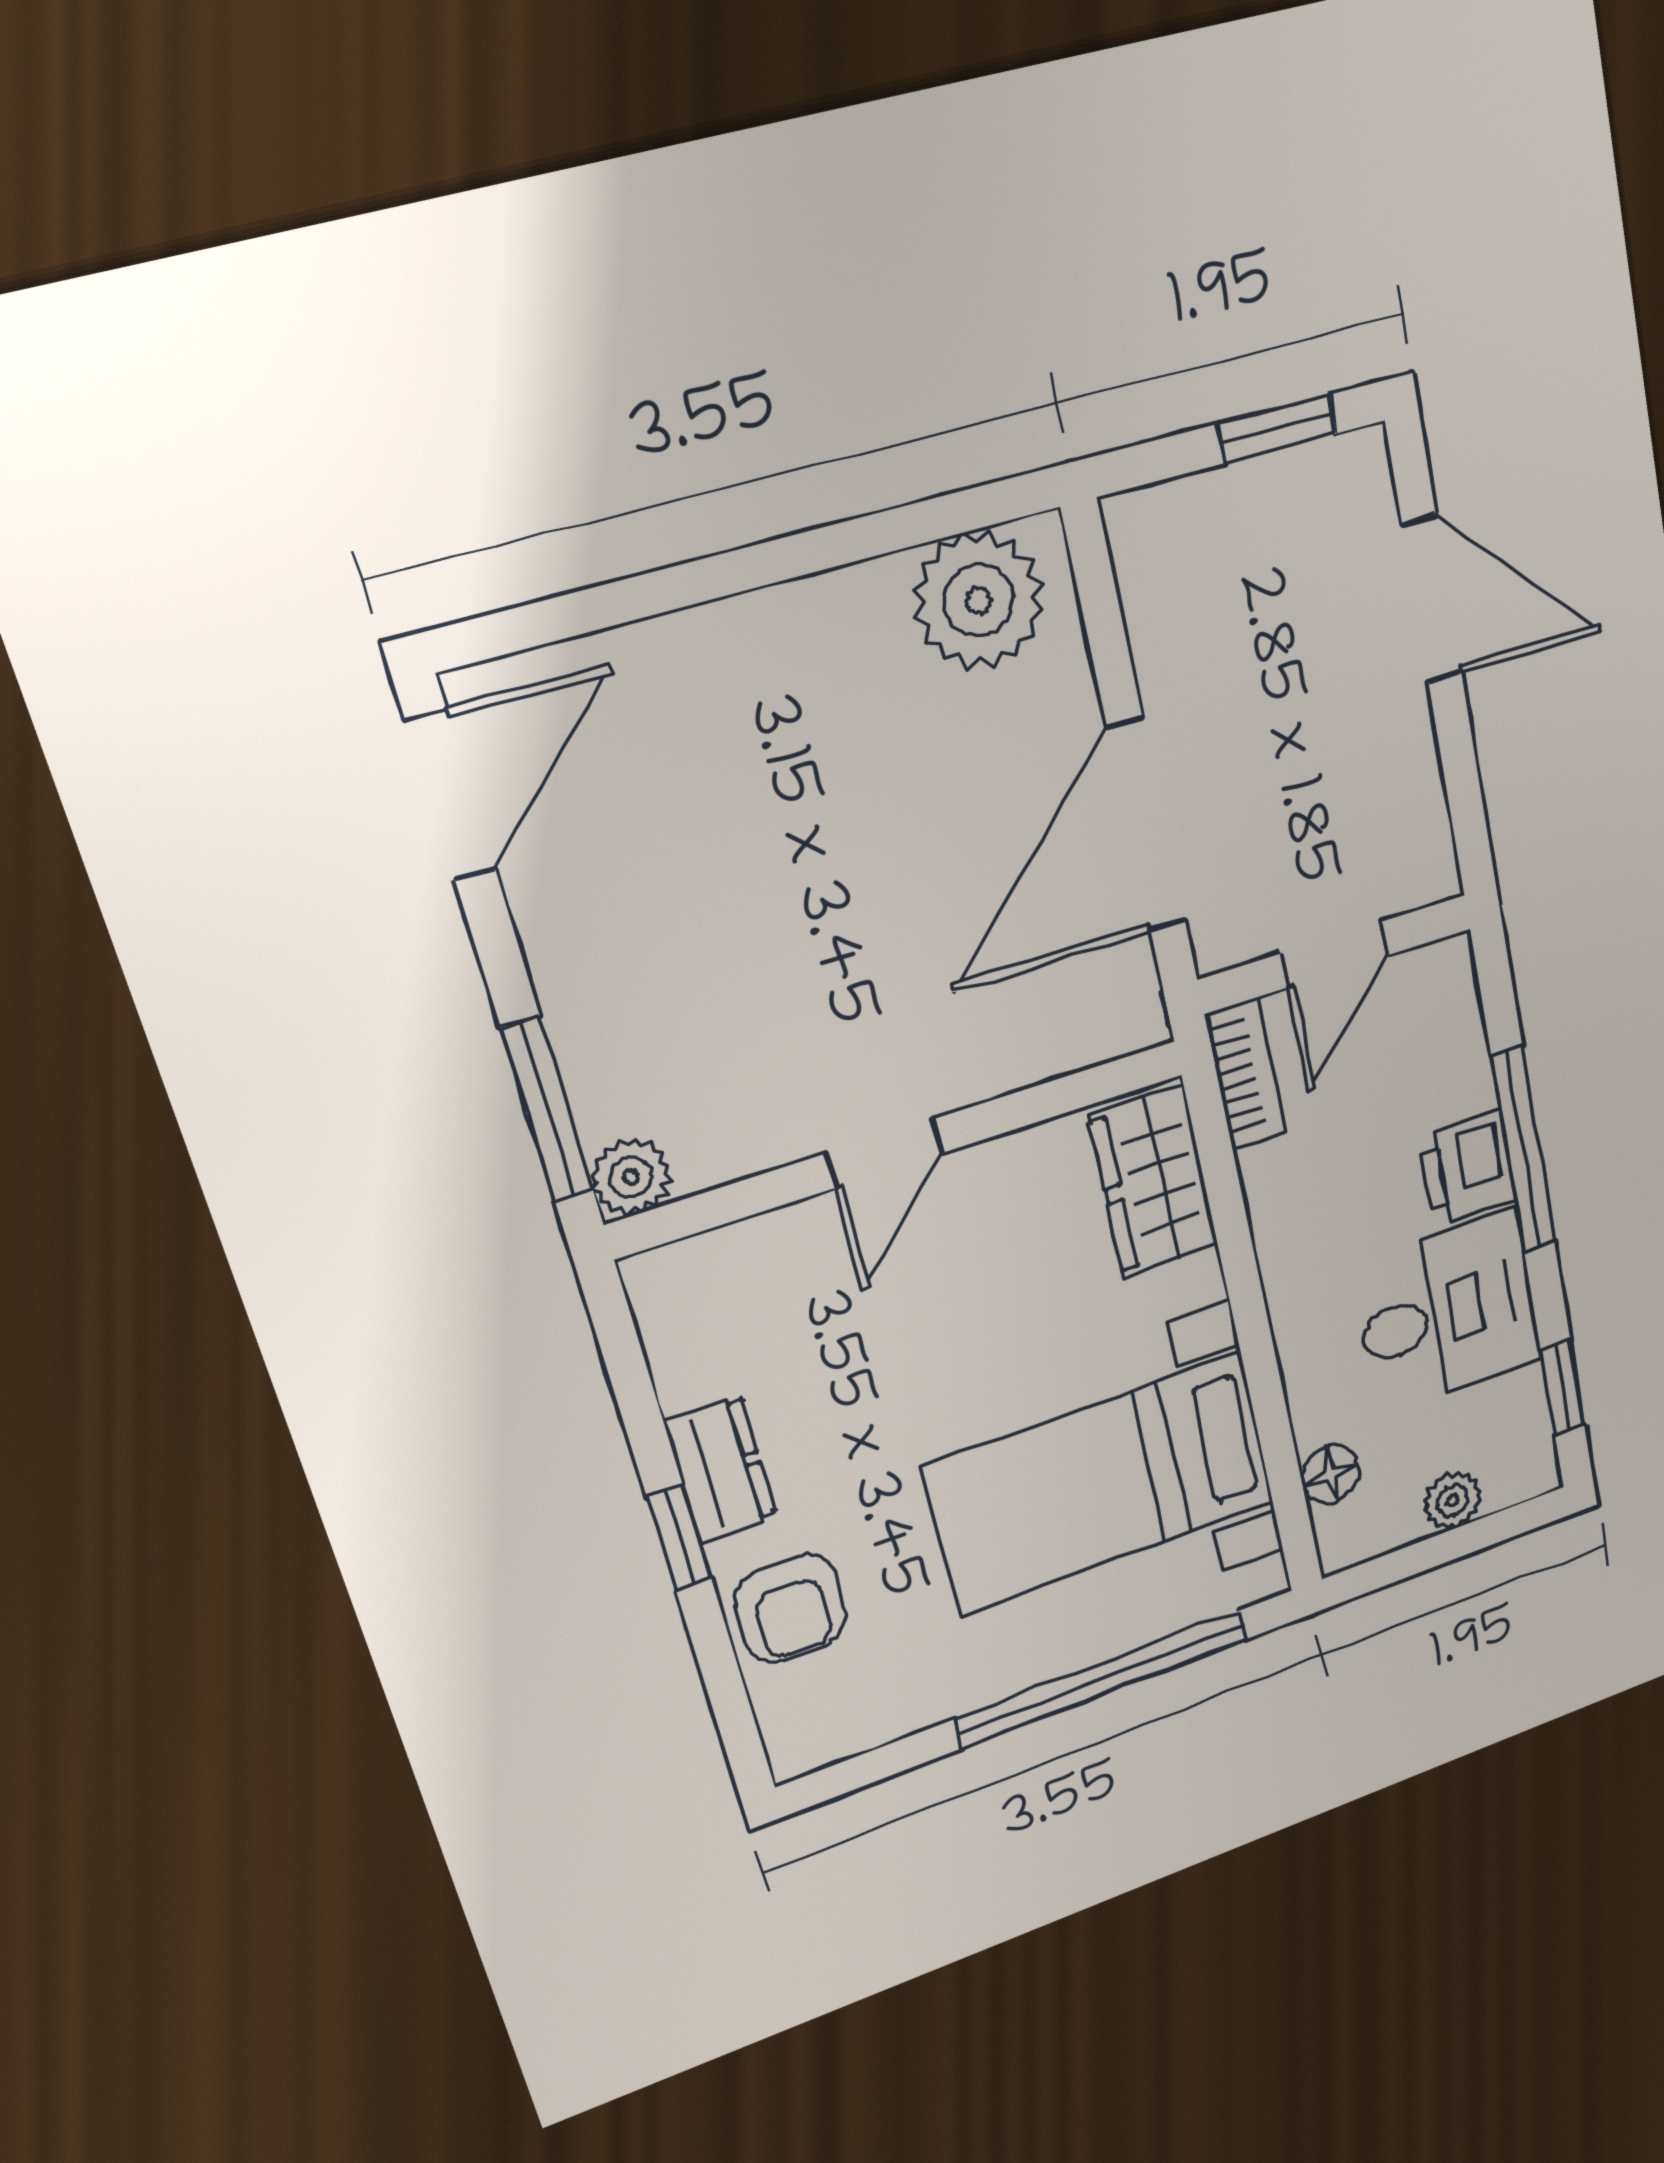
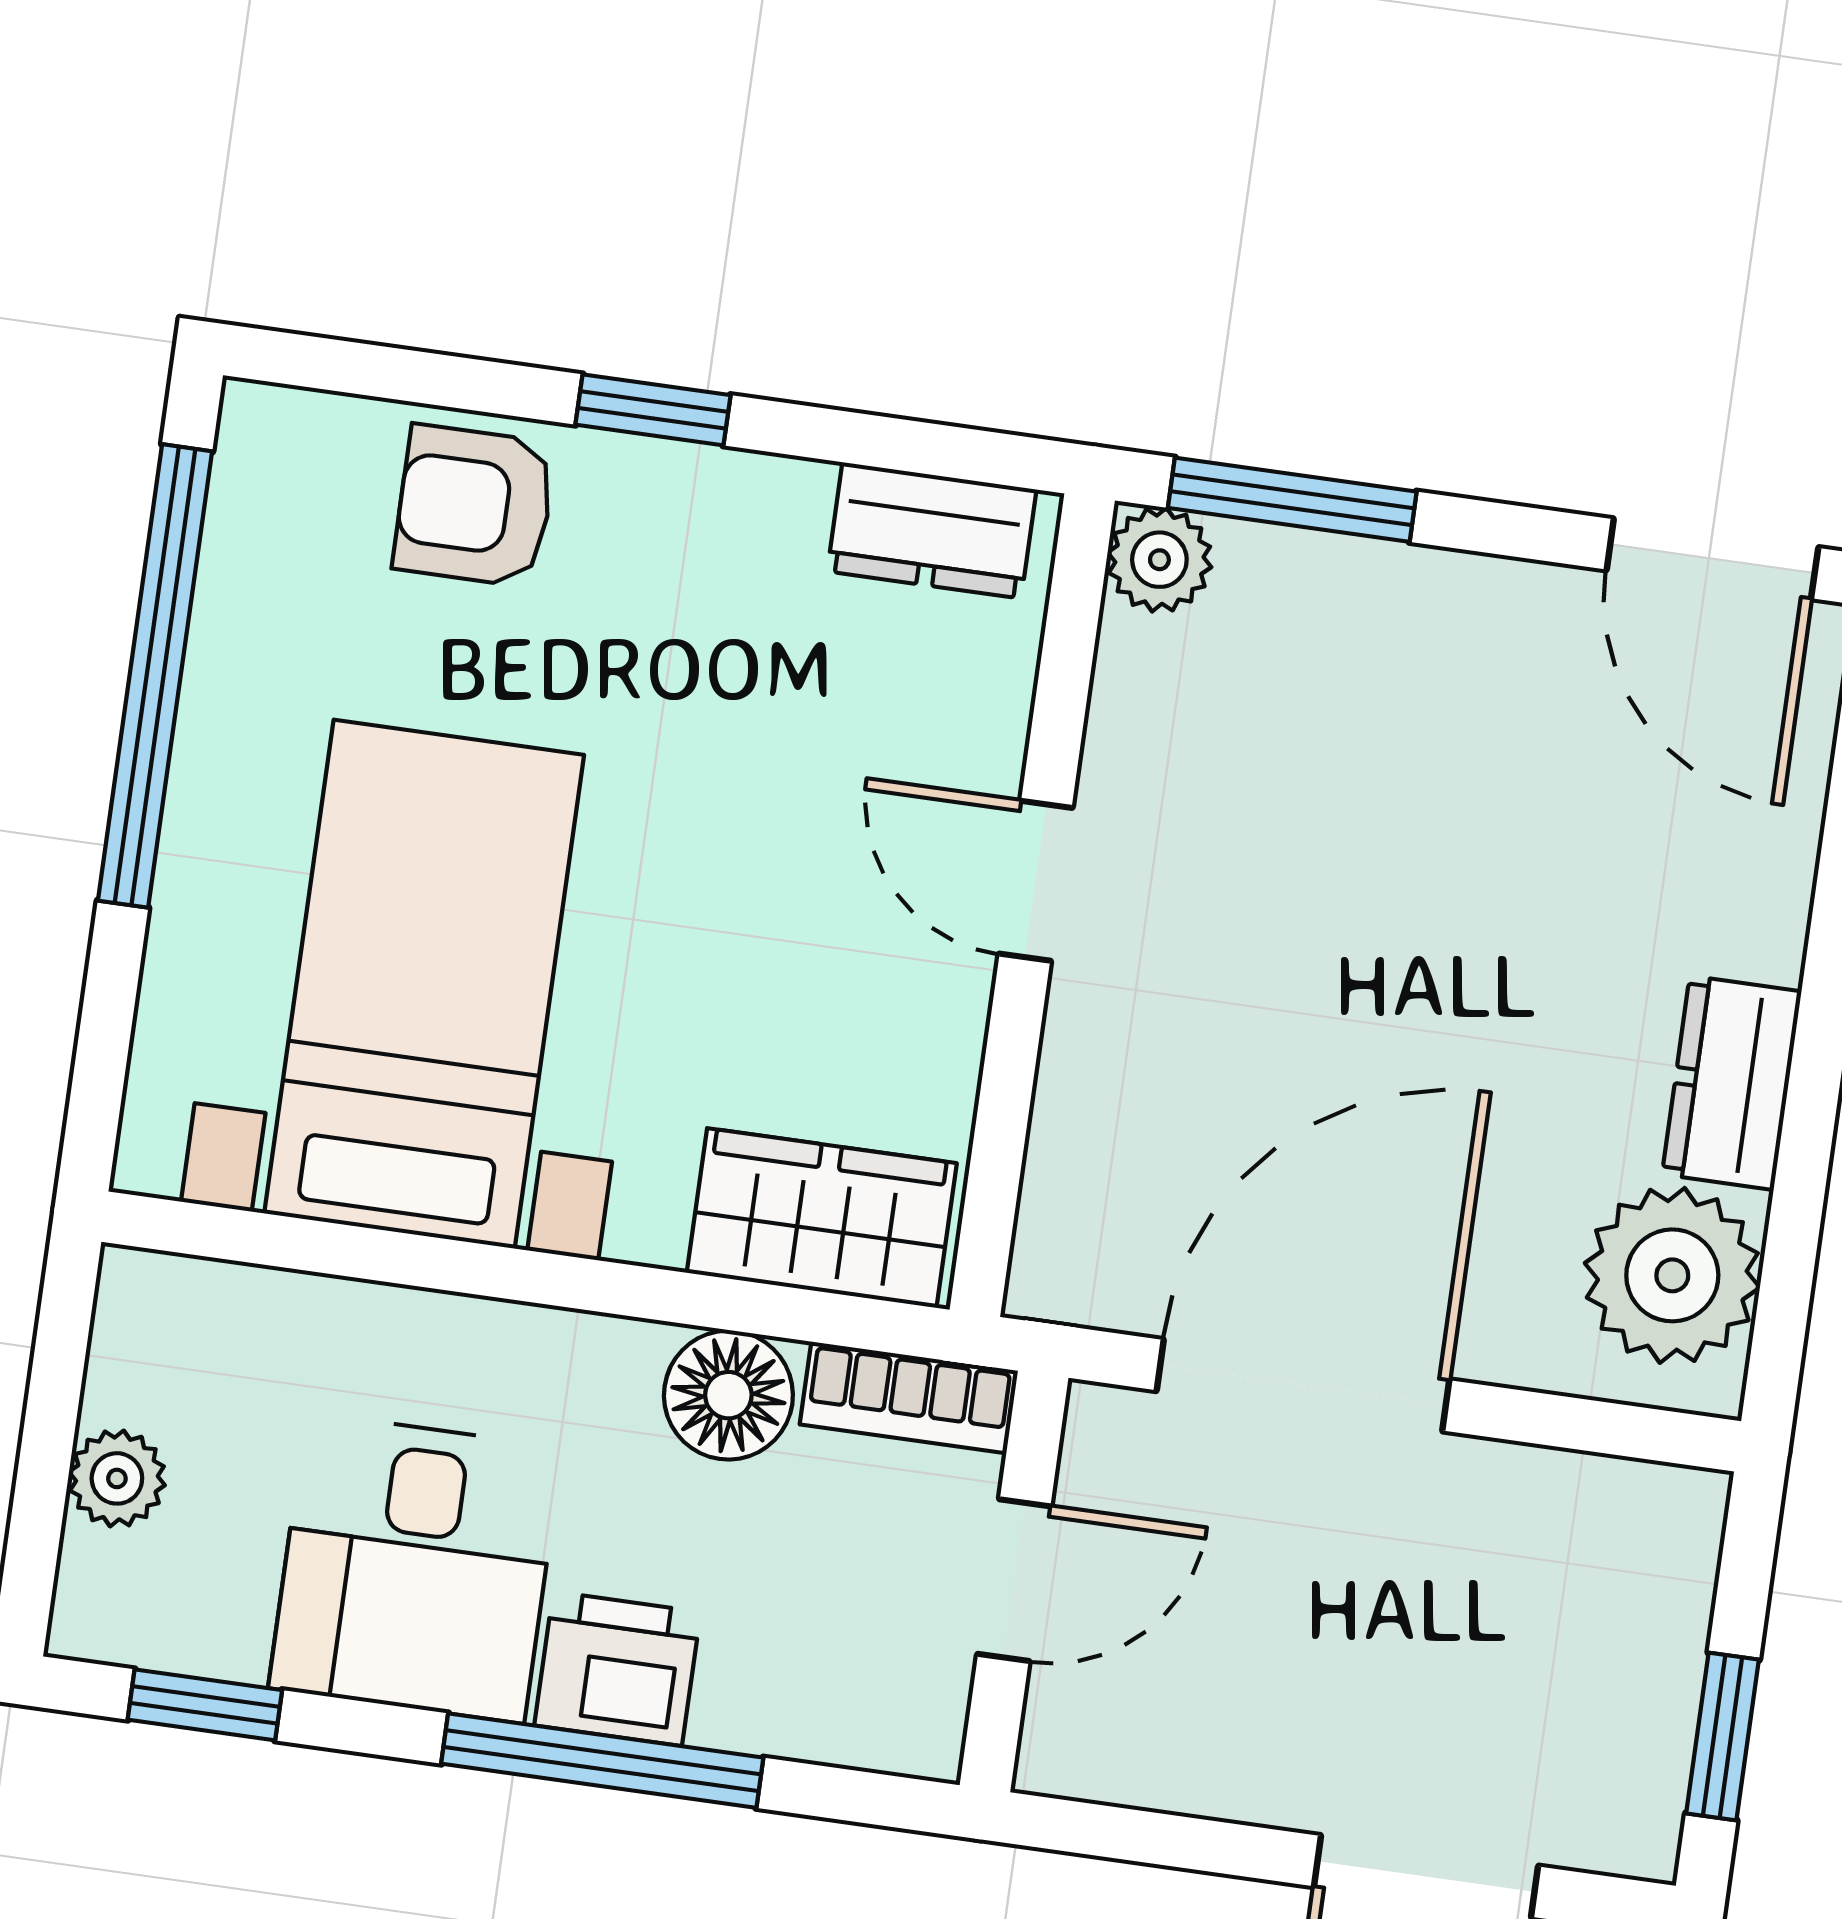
dresser: (827, 616) -> (1732, 1083), added
door: (1146, 825) -> (1303, 1385), hinge flipped
door: (1335, 954) -> (1014, 1580), swing flipped
dresser: (720, 1469) -> (932, 530), moved
floor lamp: (1330, 1474) -> (728, 1395), moved, width x1.37, depth x1.37
window: (1102, 1679) -> (155, 676), moved

